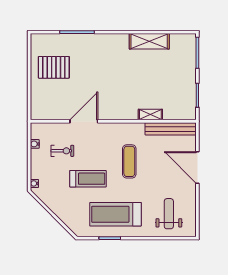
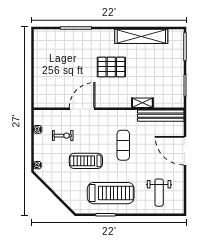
shelving: (149, 41) -> (141, 36), width x1.47
pallet: (54, 67) -> (111, 67), moved
treadmill: (88, 179) -> (86, 161), turned 180
treadmill: (115, 214) -> (111, 193), turned 180
weight bench: (169, 214) -> (159, 193), turned 180

